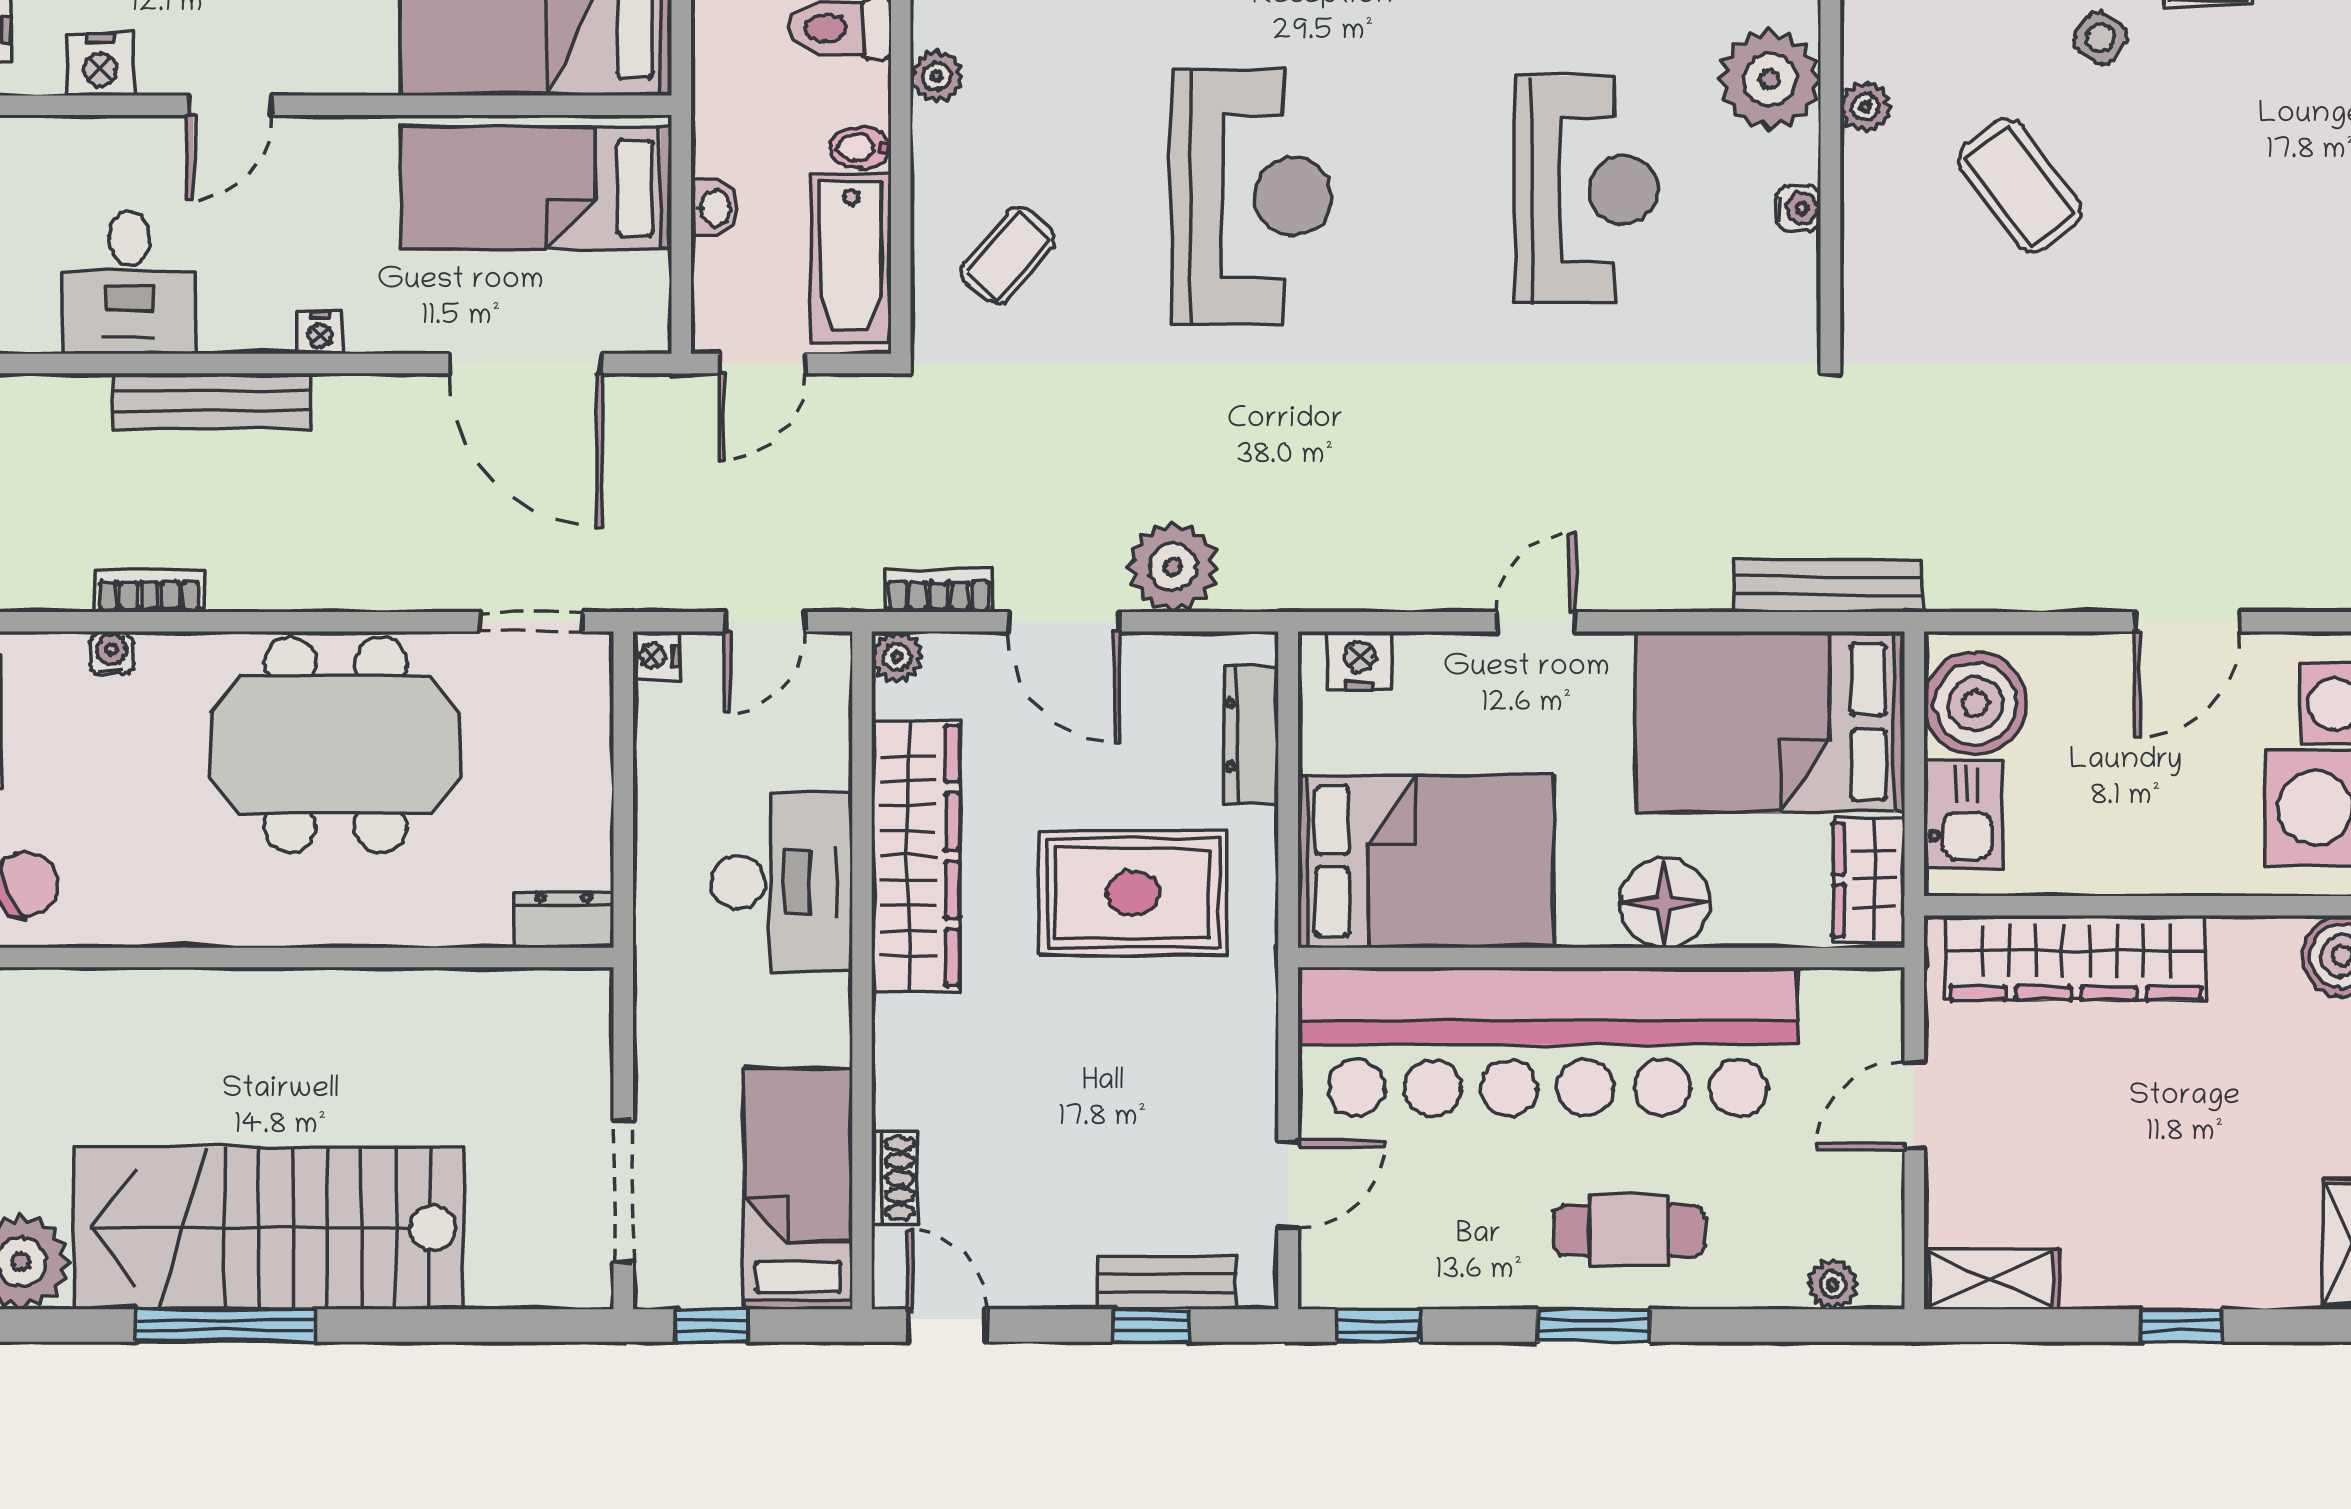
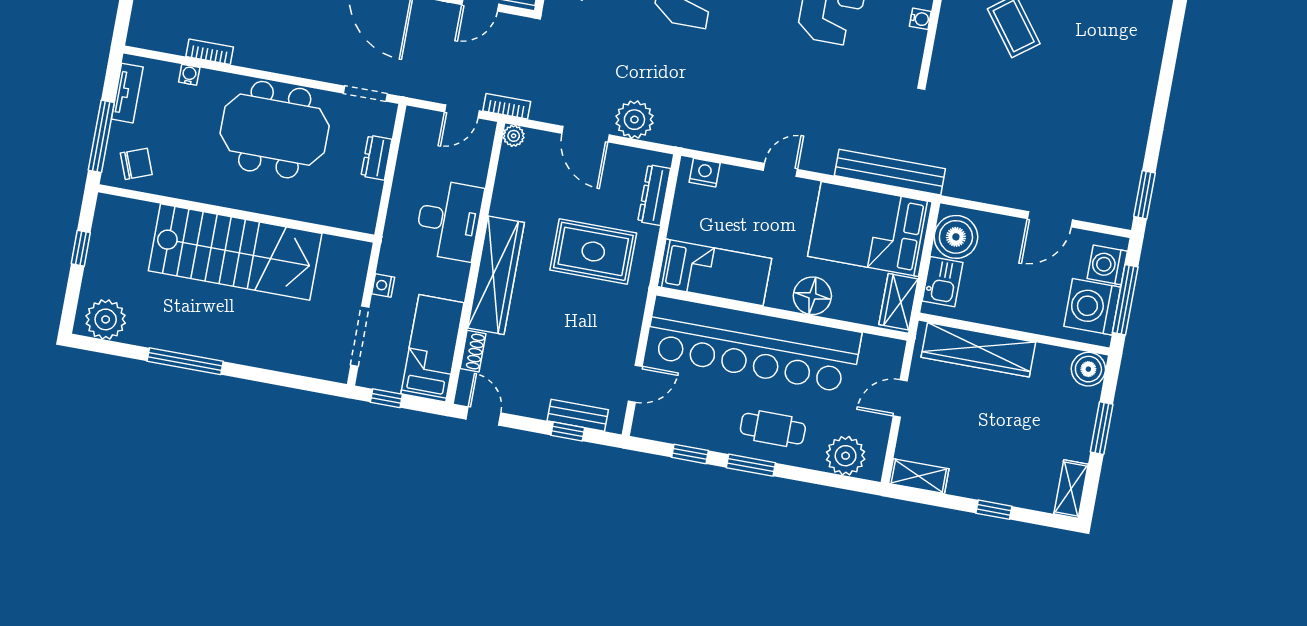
bench: (1827, 586) -> (890, 172), width x1.37, depth x1.21
bookcase: (939, 591) -> (507, 106), moved
nightstand: (656, 656) -> (383, 285), moved
wardrobe: (916, 856) -> (496, 275), moved
bed: (1426, 861) -> (714, 272), width x0.67
dresser: (563, 920) -> (376, 158), moved, turned -90
stairs: (269, 1228) -> (235, 252), moved, turned 180
plant: (1833, 1284) -> (846, 456), width x1.88, depth x1.88
window: (1378, 1325) -> (690, 454), moved

